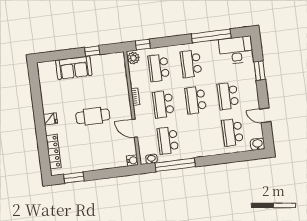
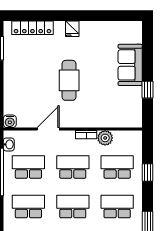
window: (143, 45) -> (148, 173), moved
plant: (133, 58) -> (105, 138), moved
school desk: (200, 136) -> (28, 206), added

